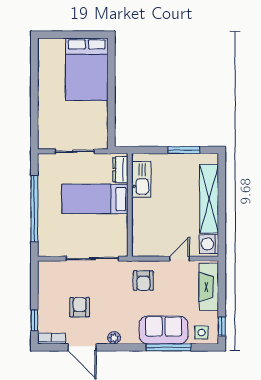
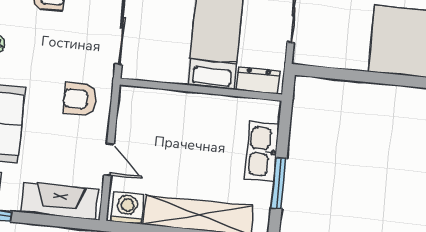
kitchen sink: (141, 179) -> (262, 151), moved, turned 90

